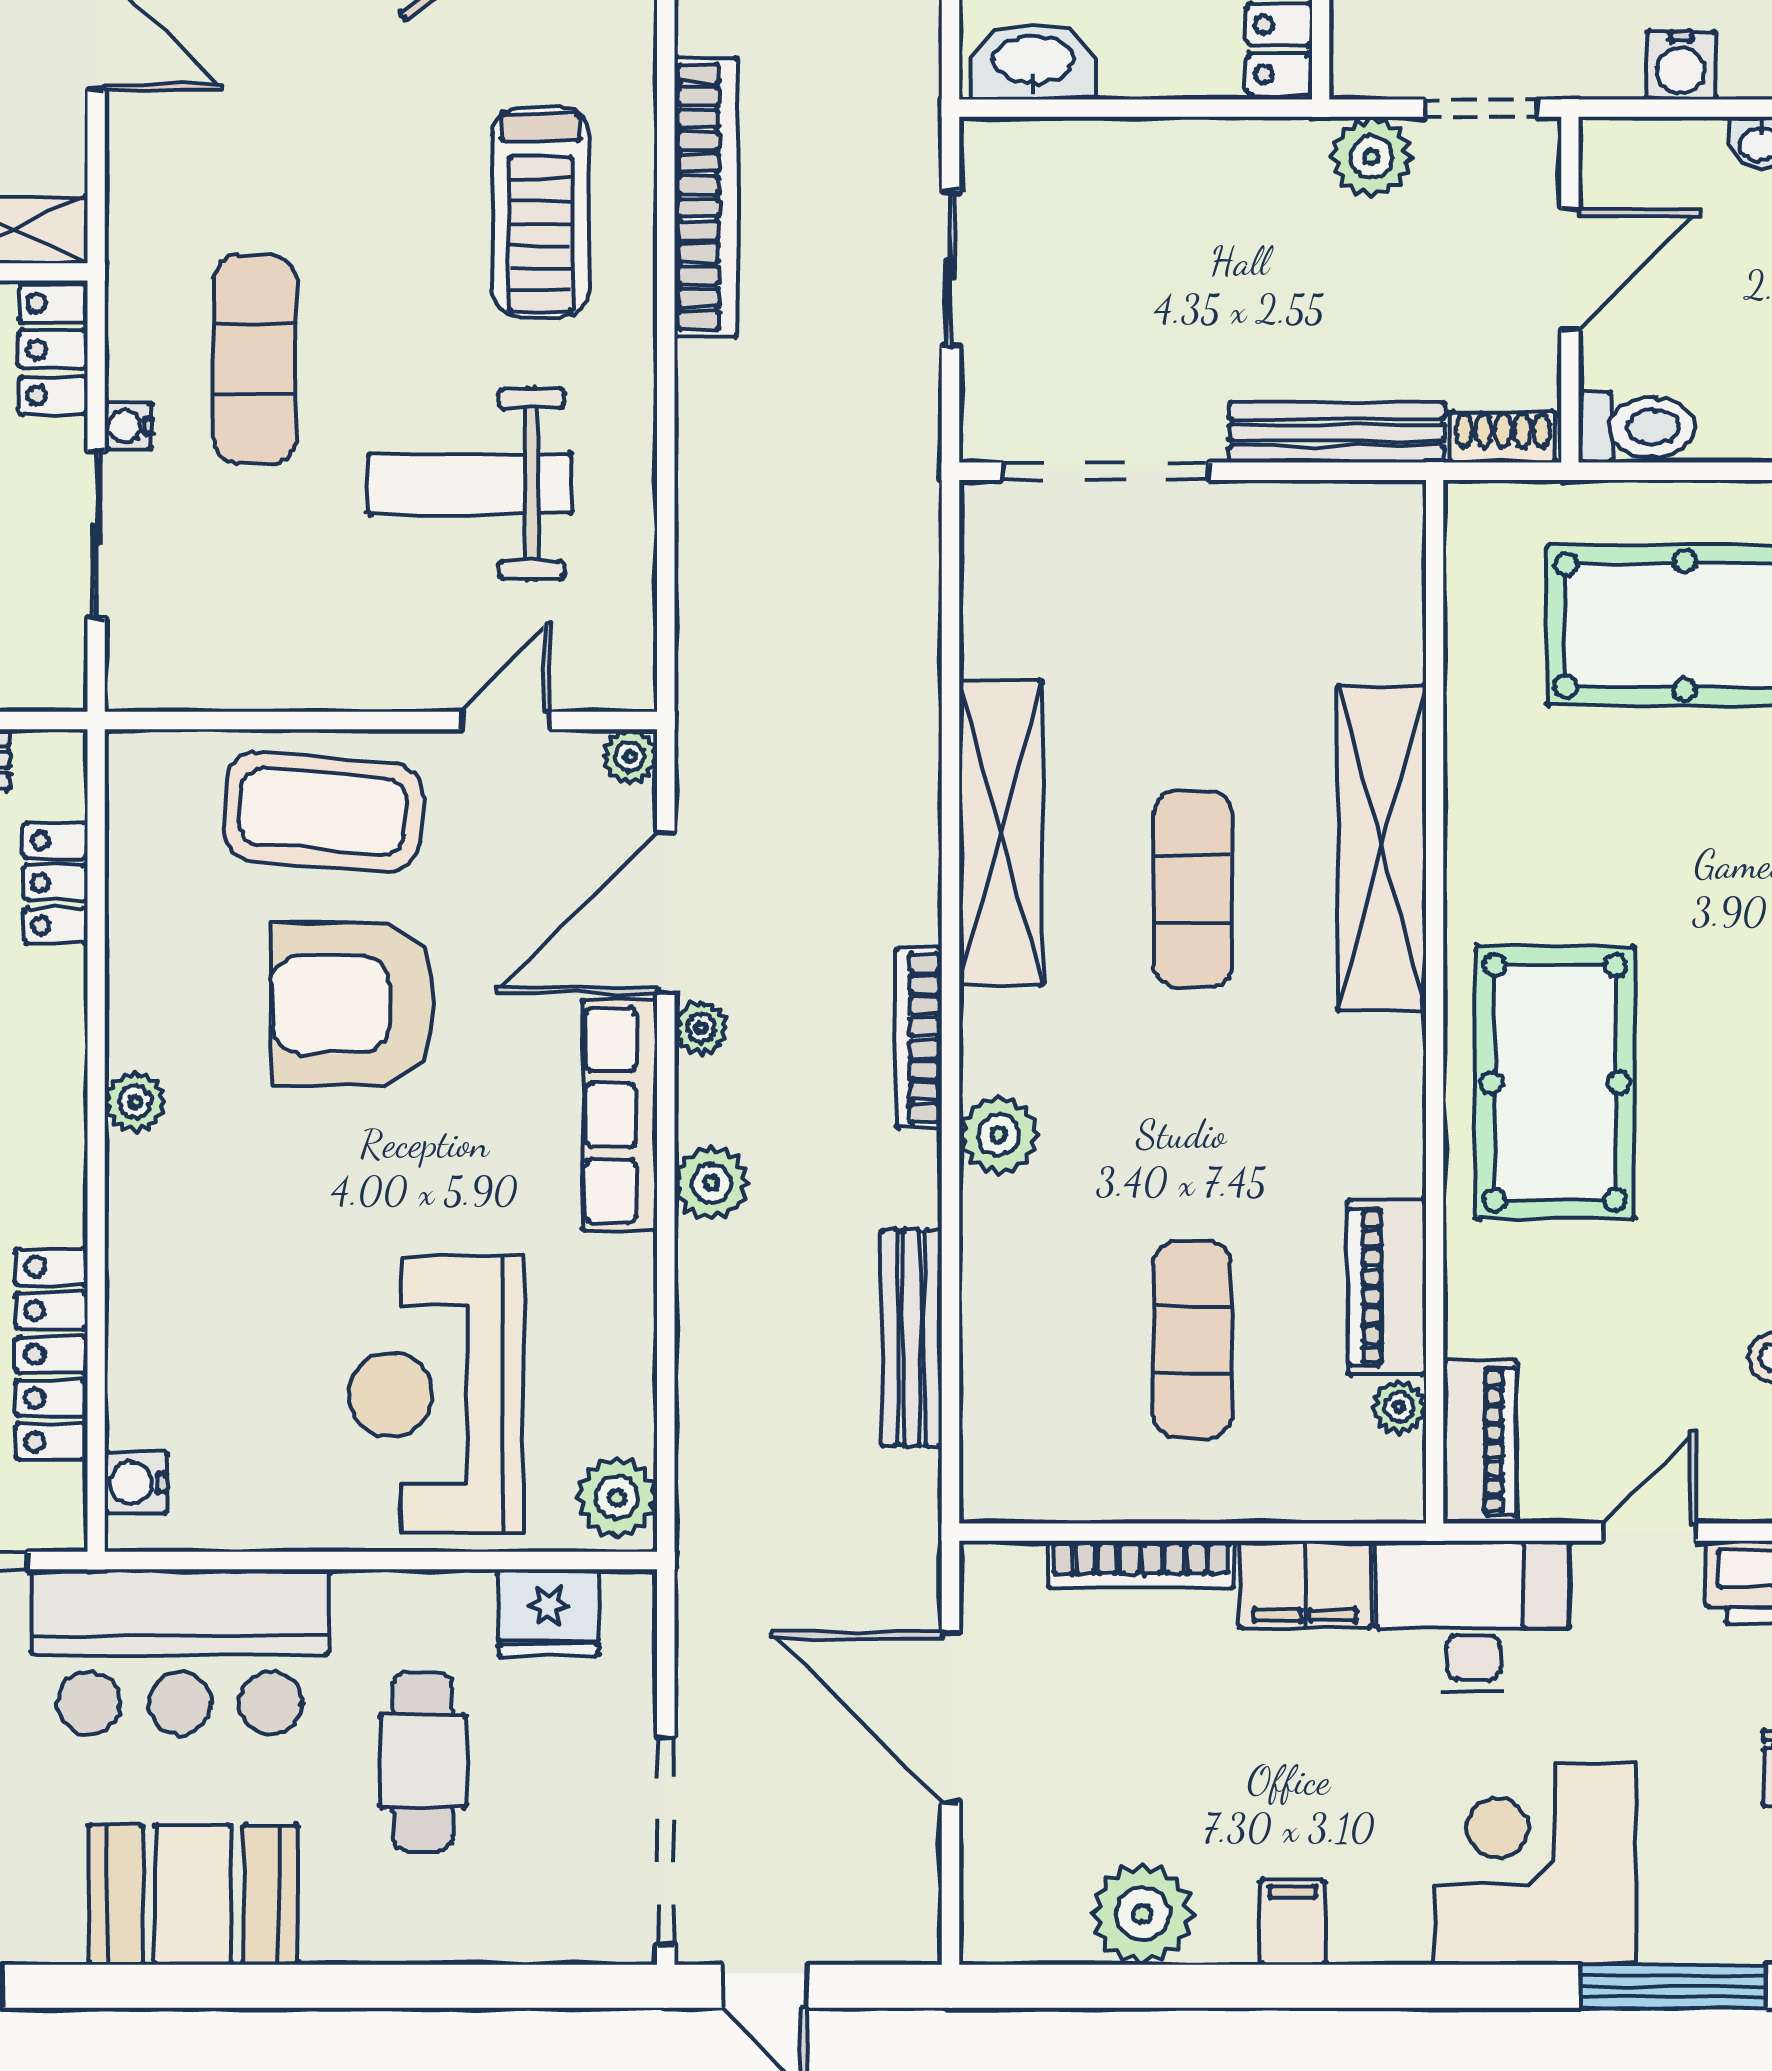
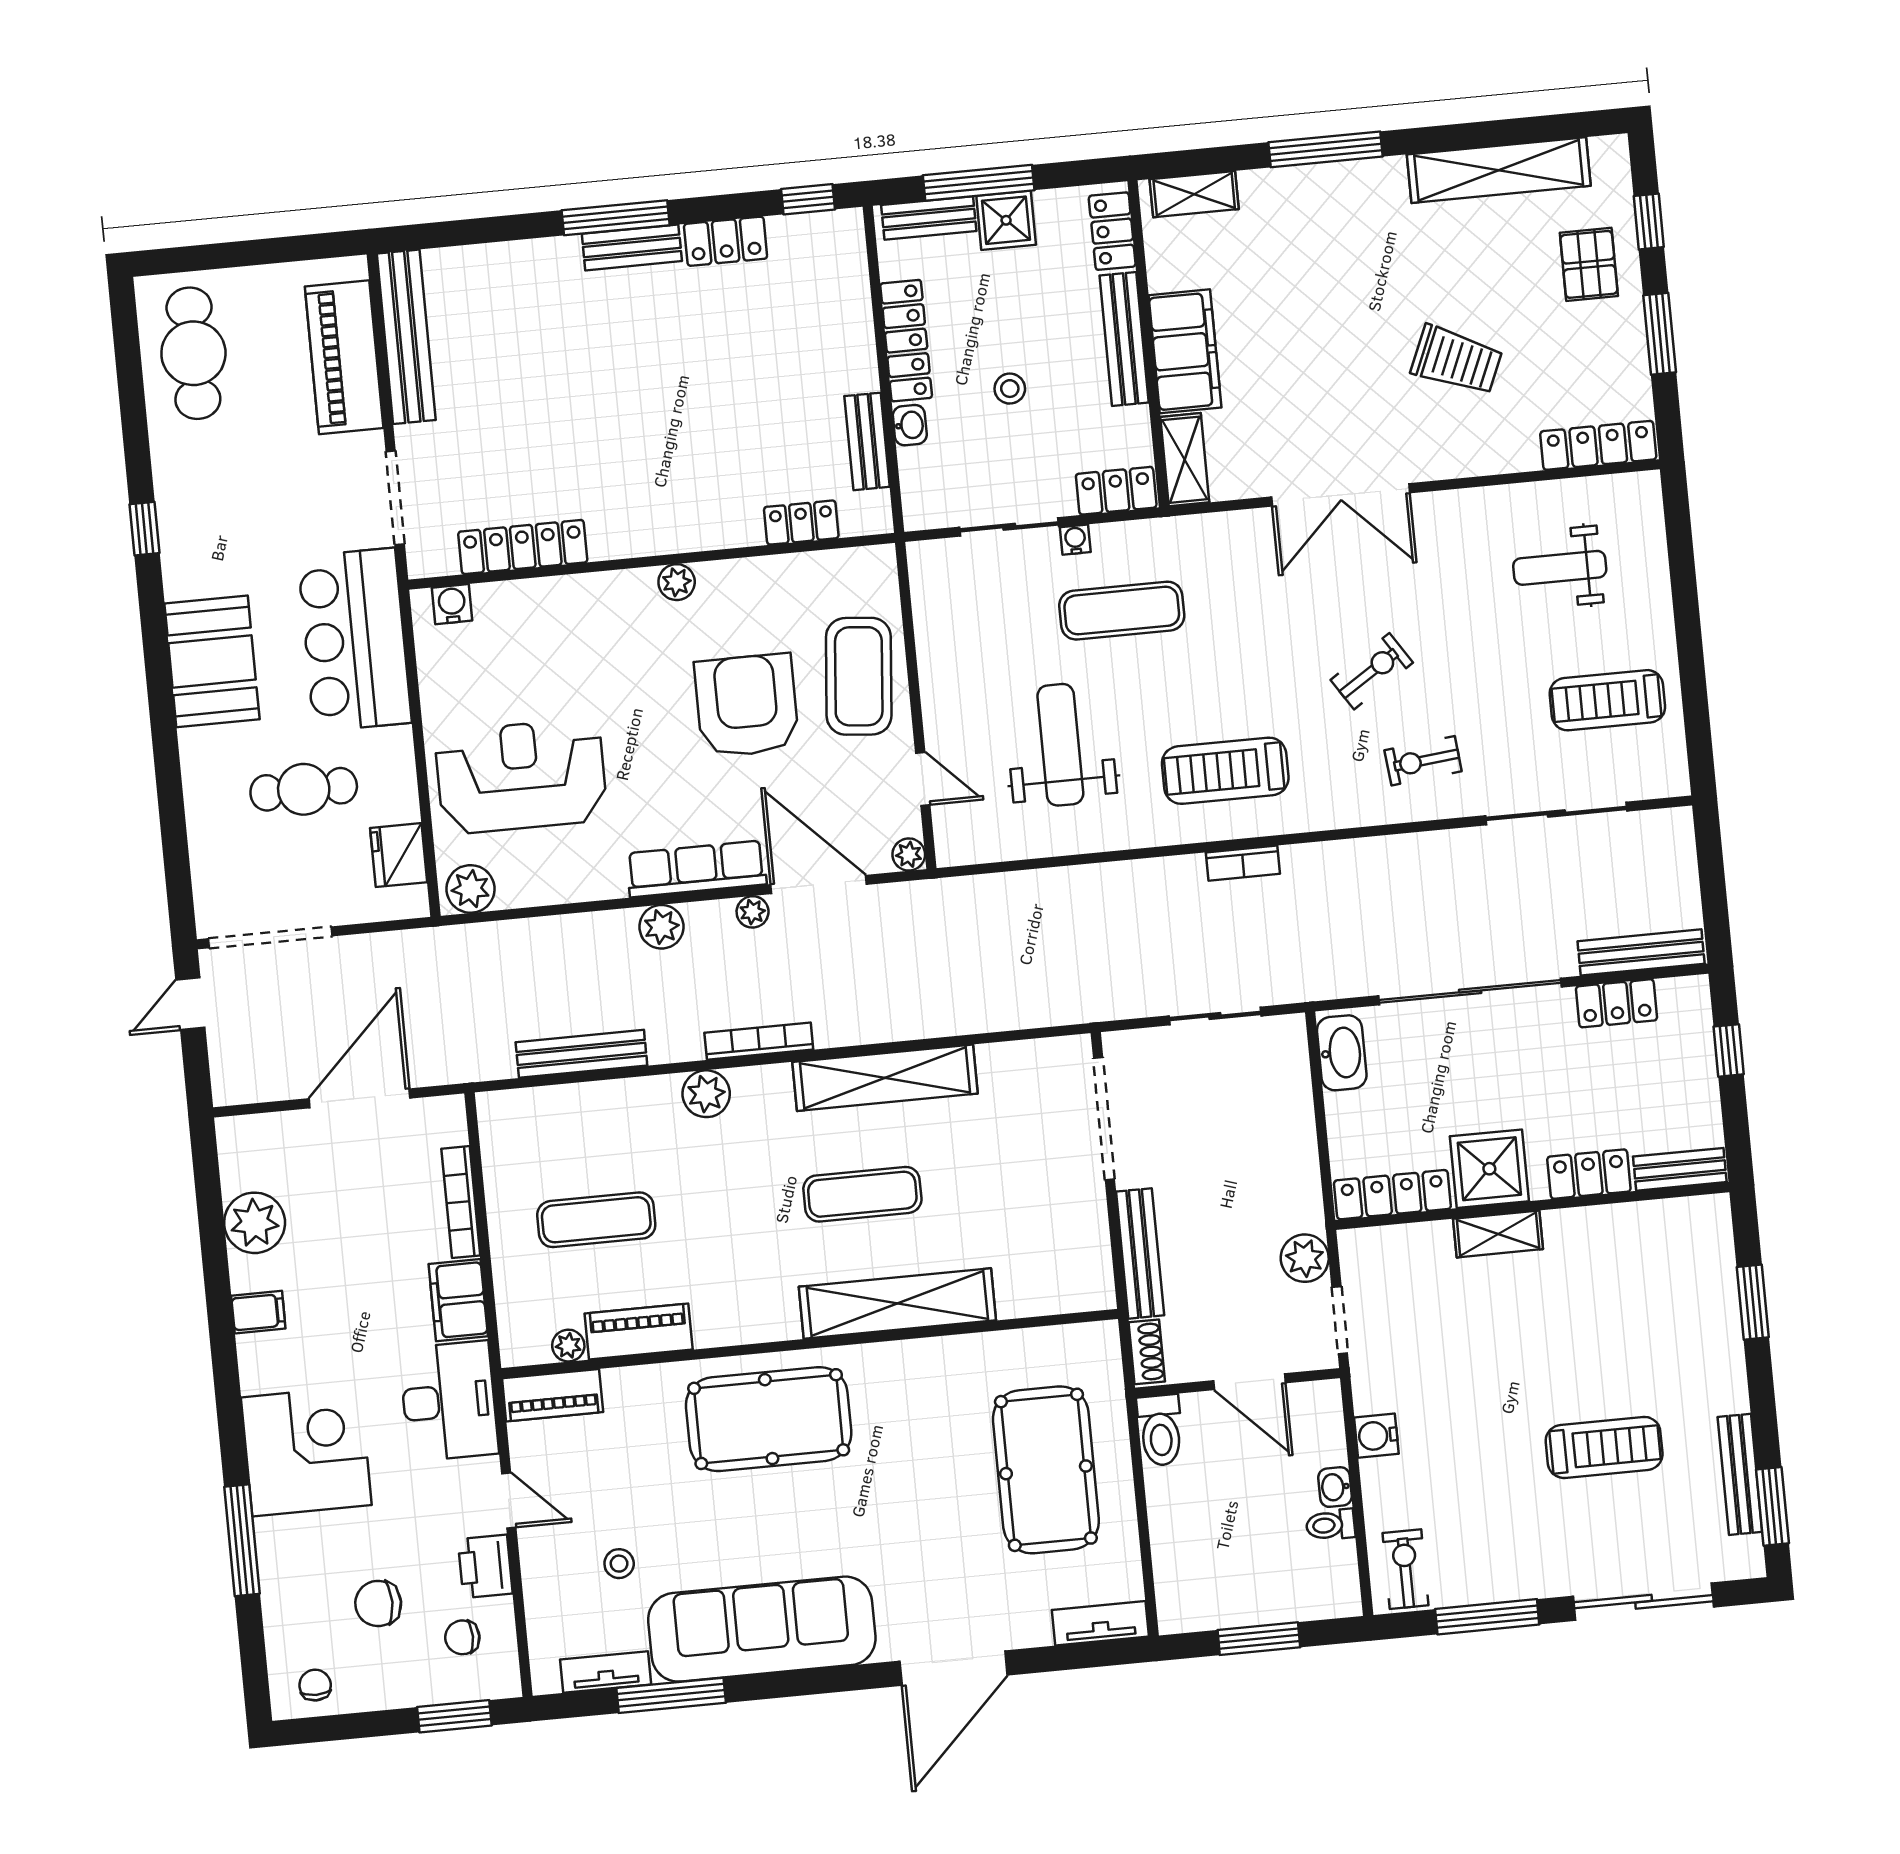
bookcase: (706, 197) -> (1243, 863), width x0.43, depth x0.76

